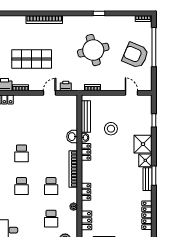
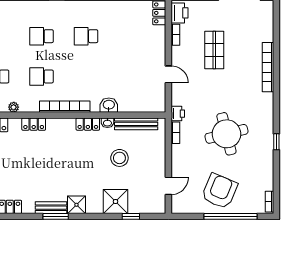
shop shelf: (32, 59) -> (214, 50), width x0.70, depth x0.74
printer: (66, 86) -> (178, 114), moved
shower: (143, 144) -> (115, 202), moved

